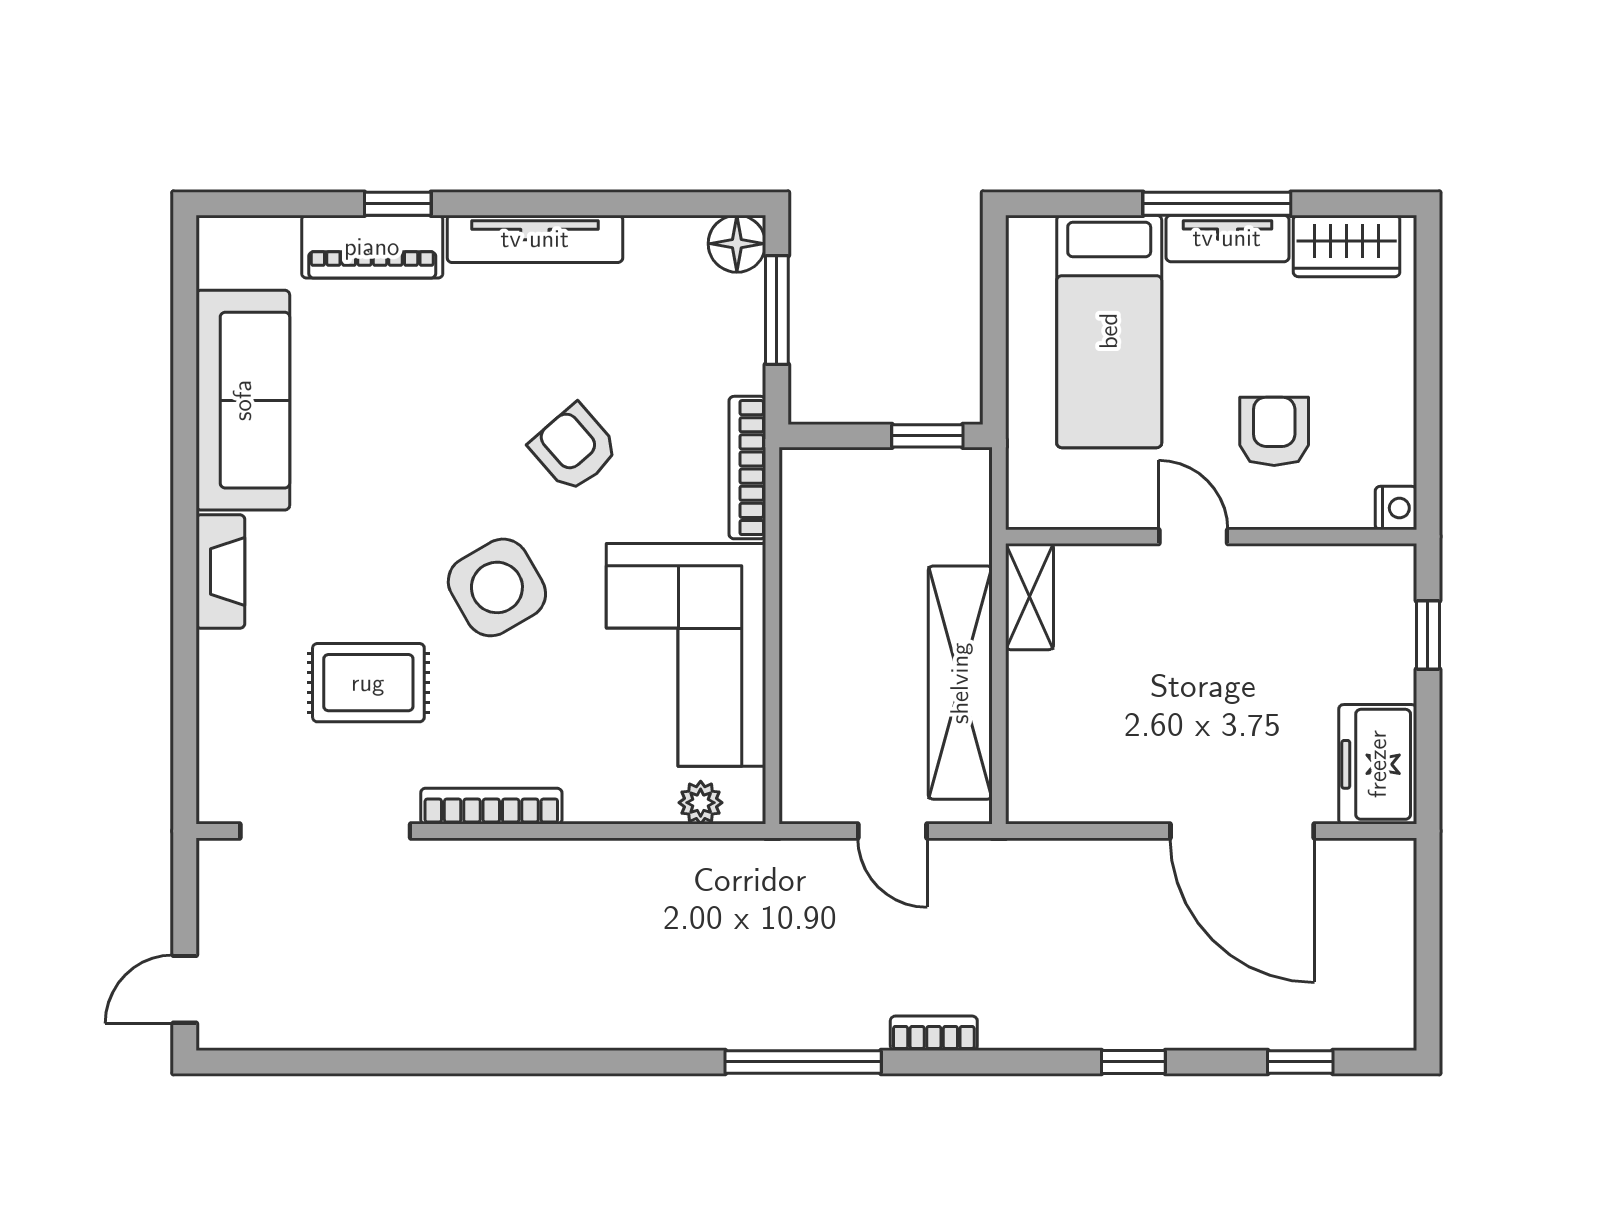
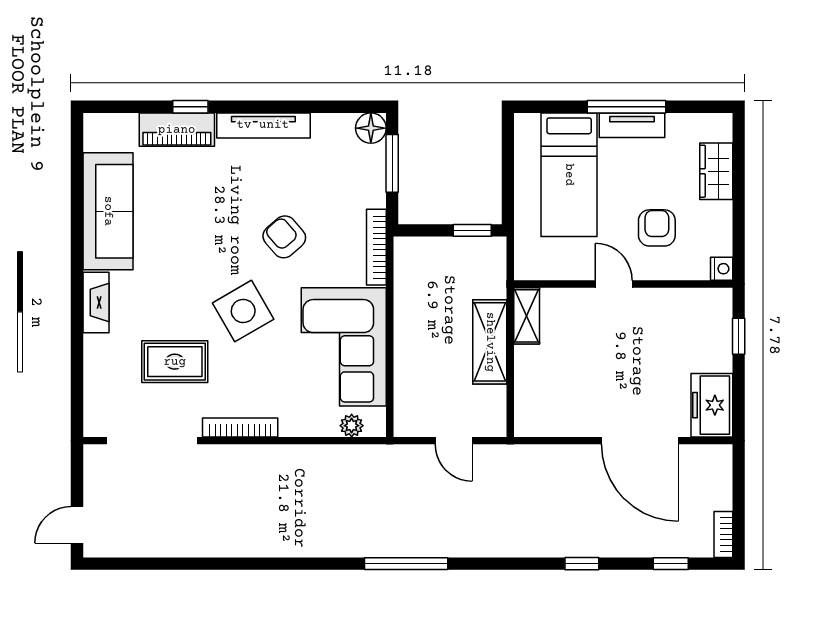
wardrobe: (1347, 246) -> (716, 171), moved, turned 90
shelving: (960, 683) -> (490, 342), width x0.68
bookcase: (934, 1033) -> (723, 534), moved, turned -90

